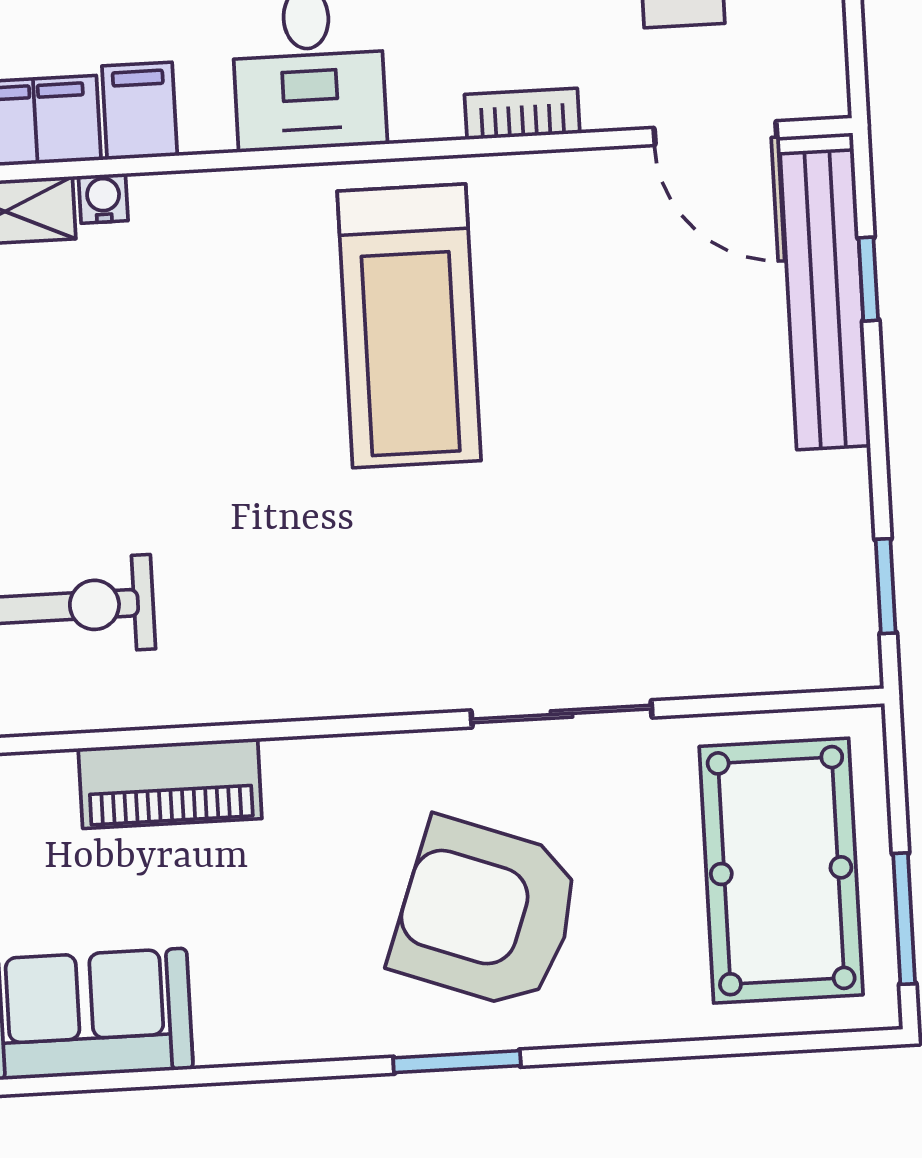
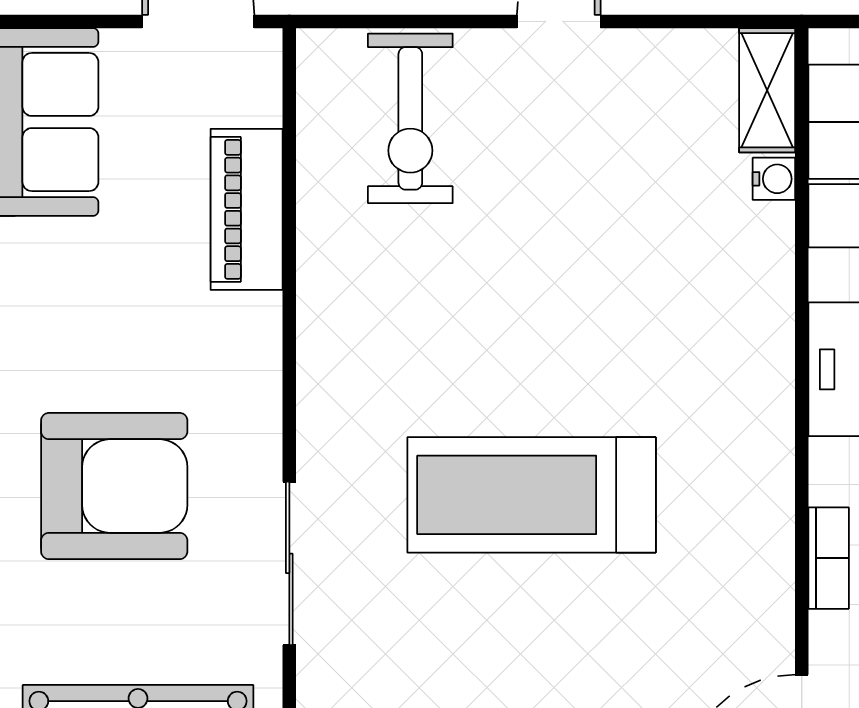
treadmill: (409, 326) -> (532, 495), moved
armchair: (486, 914) -> (114, 486), turned 70

